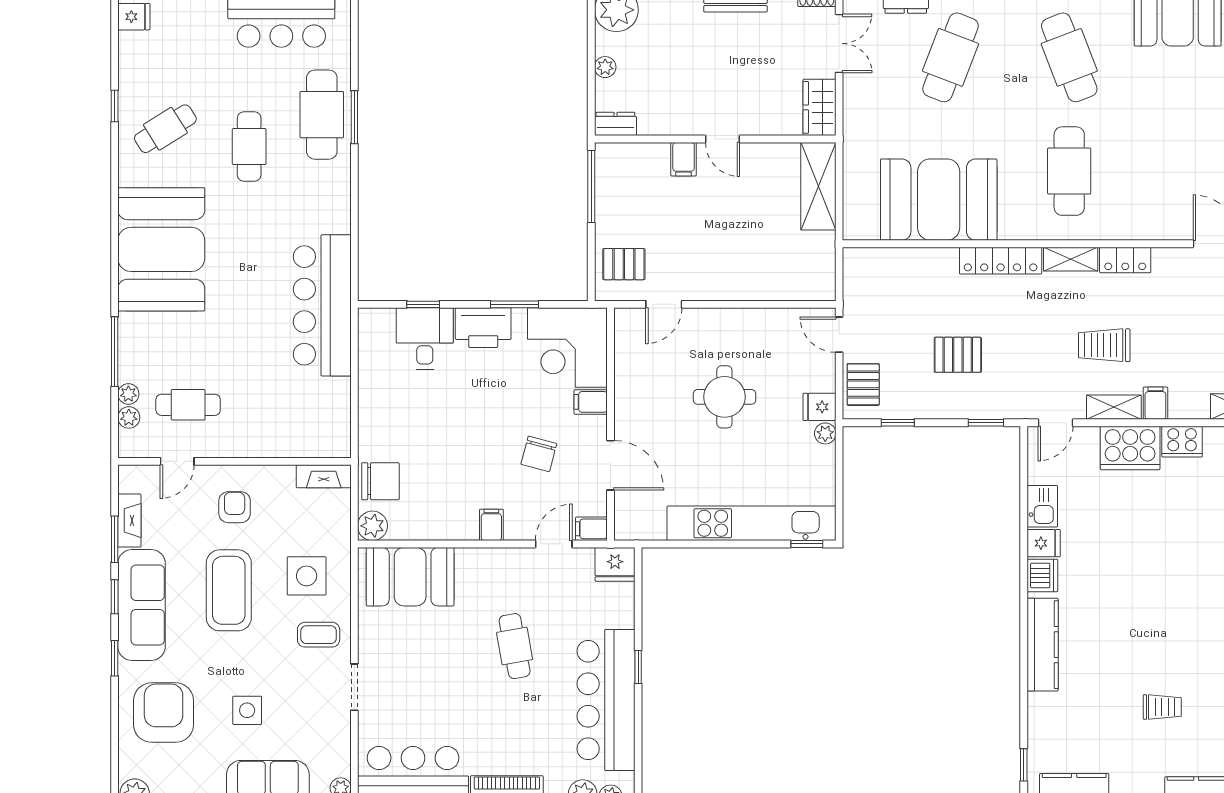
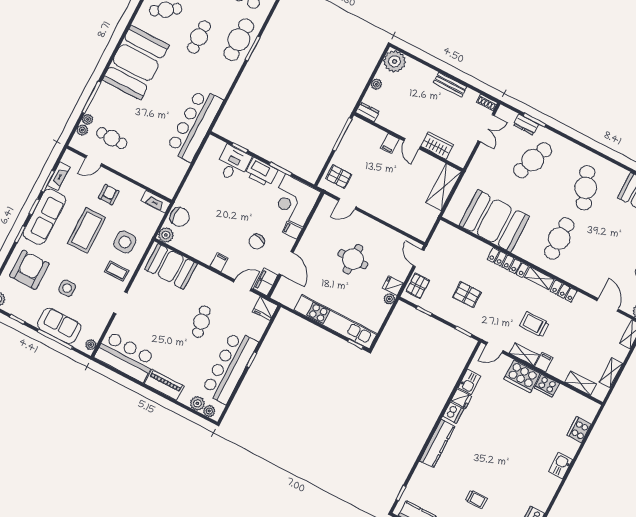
wardrobe: (819, 107) -> (437, 146), moved, turned 90
filing cabinet: (591, 529) -> (266, 282), width x2.00

